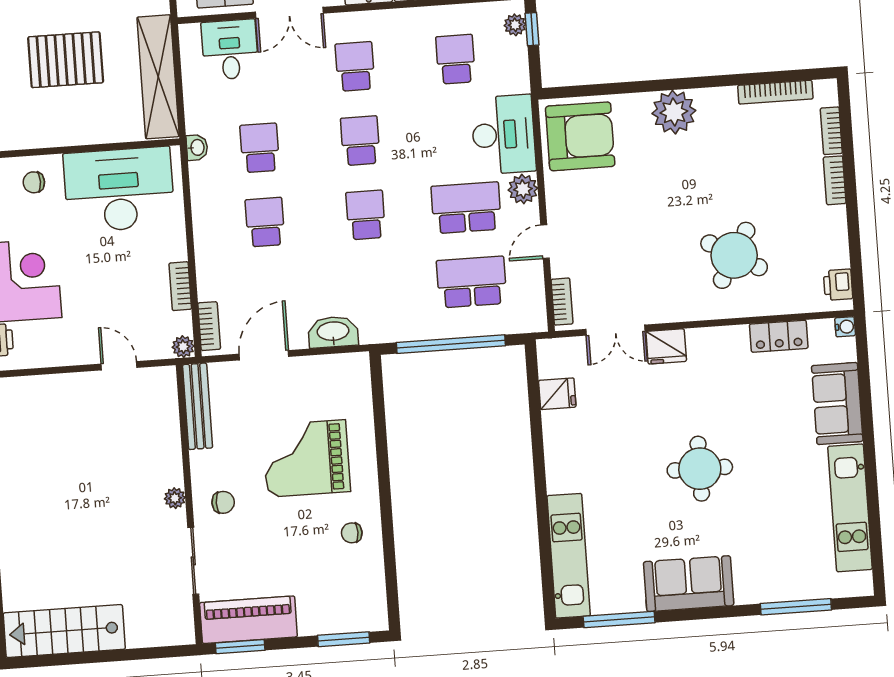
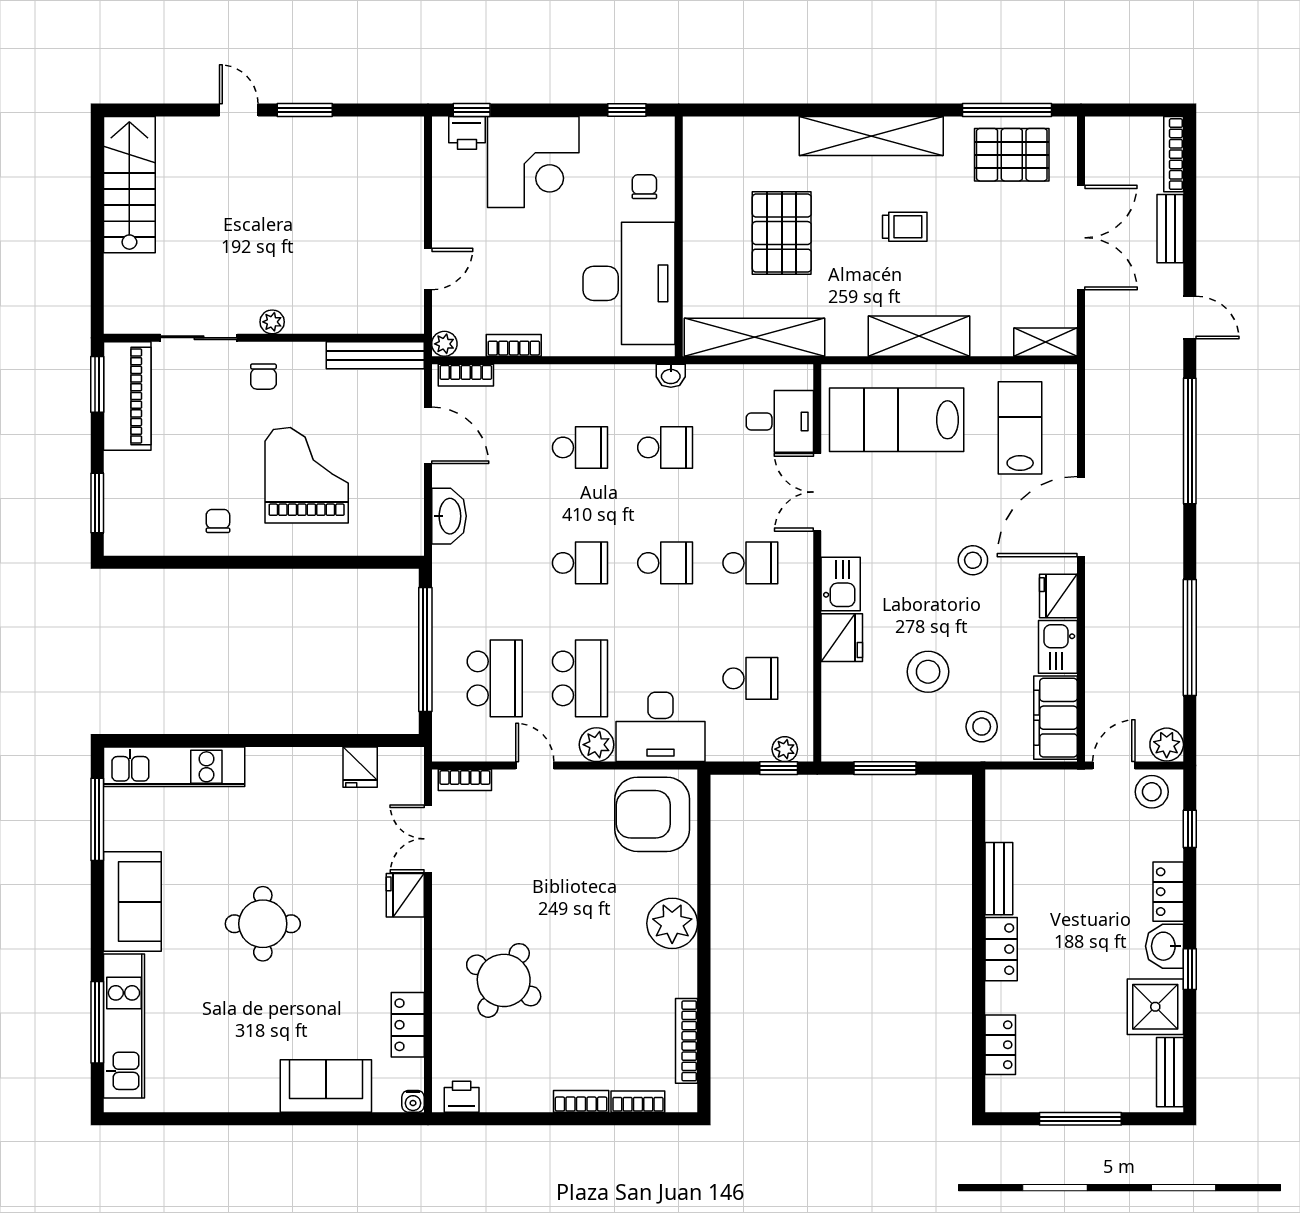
armchair: (580, 136) -> (652, 814), turned 90
kitchen unit: (850, 508) -> (124, 1026), moved, turned 90

